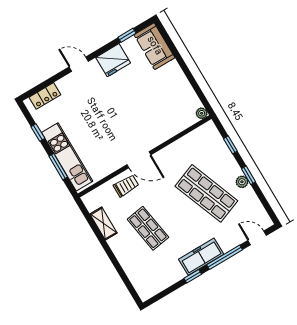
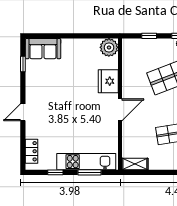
fridge: (113, 60) -> (108, 81), moved, turned 180
plant: (202, 113) -> (109, 47), width x1.87, depth x1.87
trolley: (126, 186) -> (133, 131), removed
shelving: (104, 224) -> (135, 164), moved

